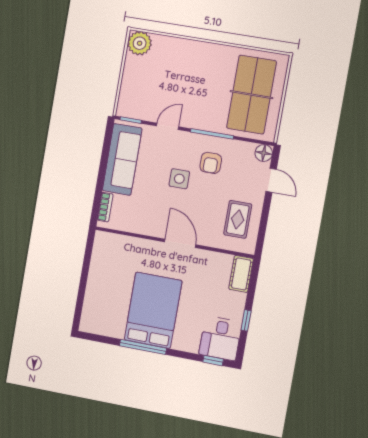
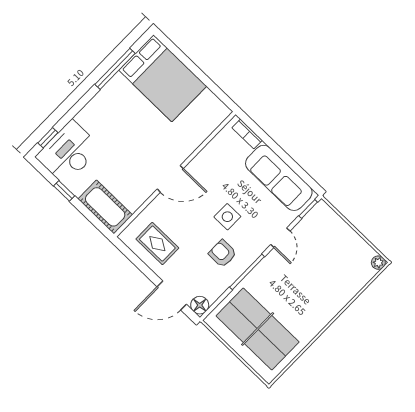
plant: (140, 43) -> (378, 263), width x0.53, depth x0.53
door: (271, 180) -> (172, 295), width x1.38
cot: (241, 274) -> (105, 207), width x1.37, depth x1.34
bed: (153, 310) -> (163, 78), moved
desk: (220, 338) -> (68, 152), width x1.37
window: (143, 347) -> (115, 69), moved

